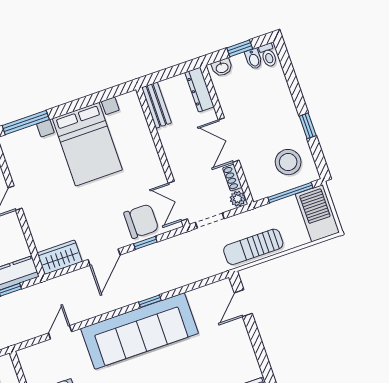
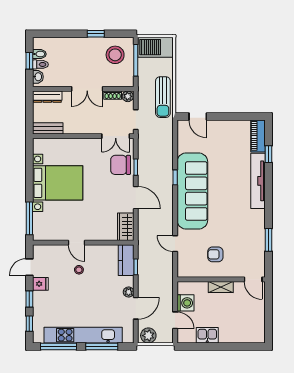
toilet: (268, 55) -> (40, 64), moved
chair: (141, 221) -> (121, 165), turned -90

